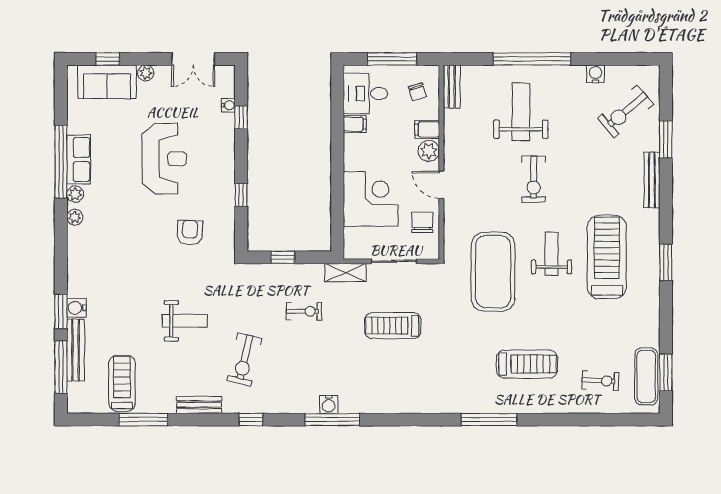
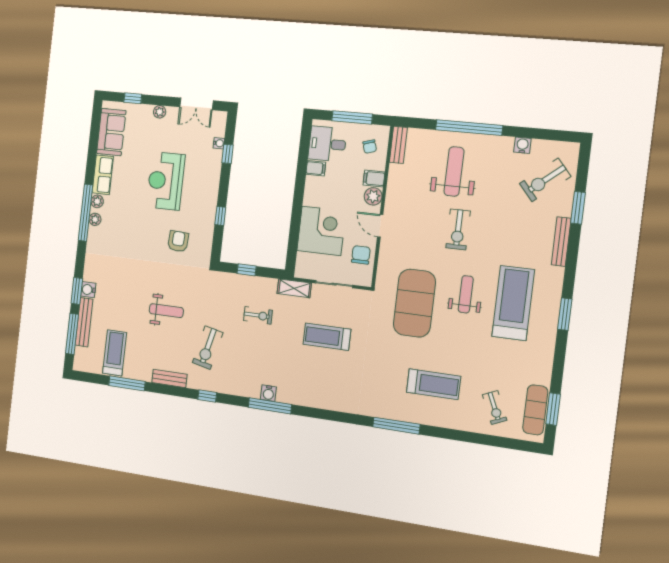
sofa: (107, 82) -> (111, 132), moved, turned -90
reception desk: (164, 159) -> (166, 181), turned 180
window: (61, 162) -> (86, 213), moved
exercise bike: (600, 381) -> (495, 408), turned 63

